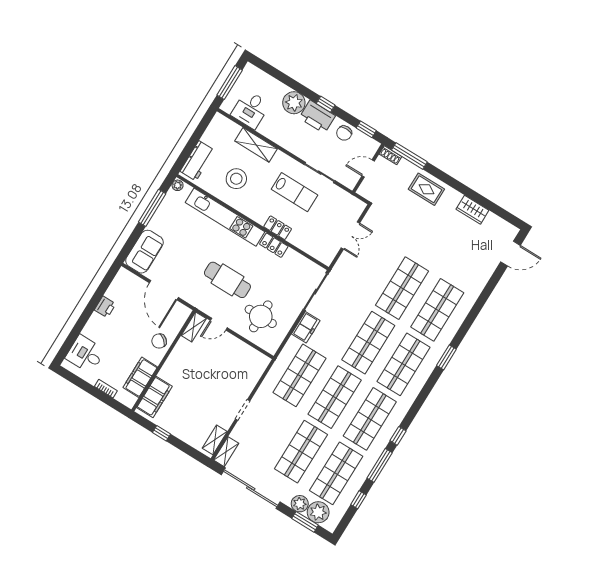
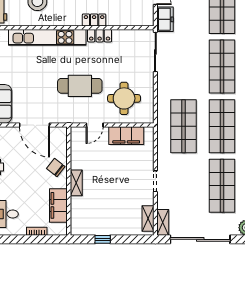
shelving: (194, 327) -> (76, 183), moved
freezer: (306, 327) -> (165, 19), moved
chair: (159, 341) -> (56, 168), turned 88
filing cabinet: (154, 397) -> (126, 136), moved, turned 90

